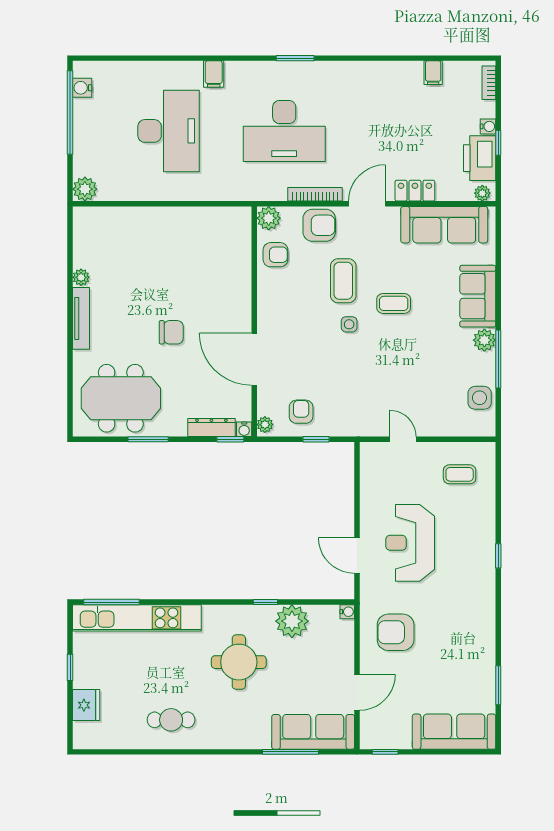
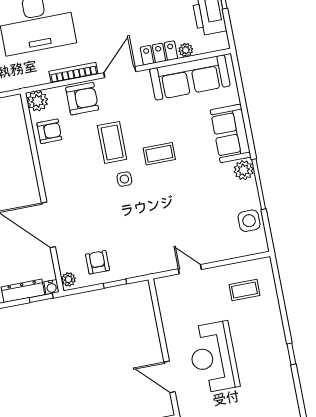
plant: (482, 193) -> (186, 50), moved

